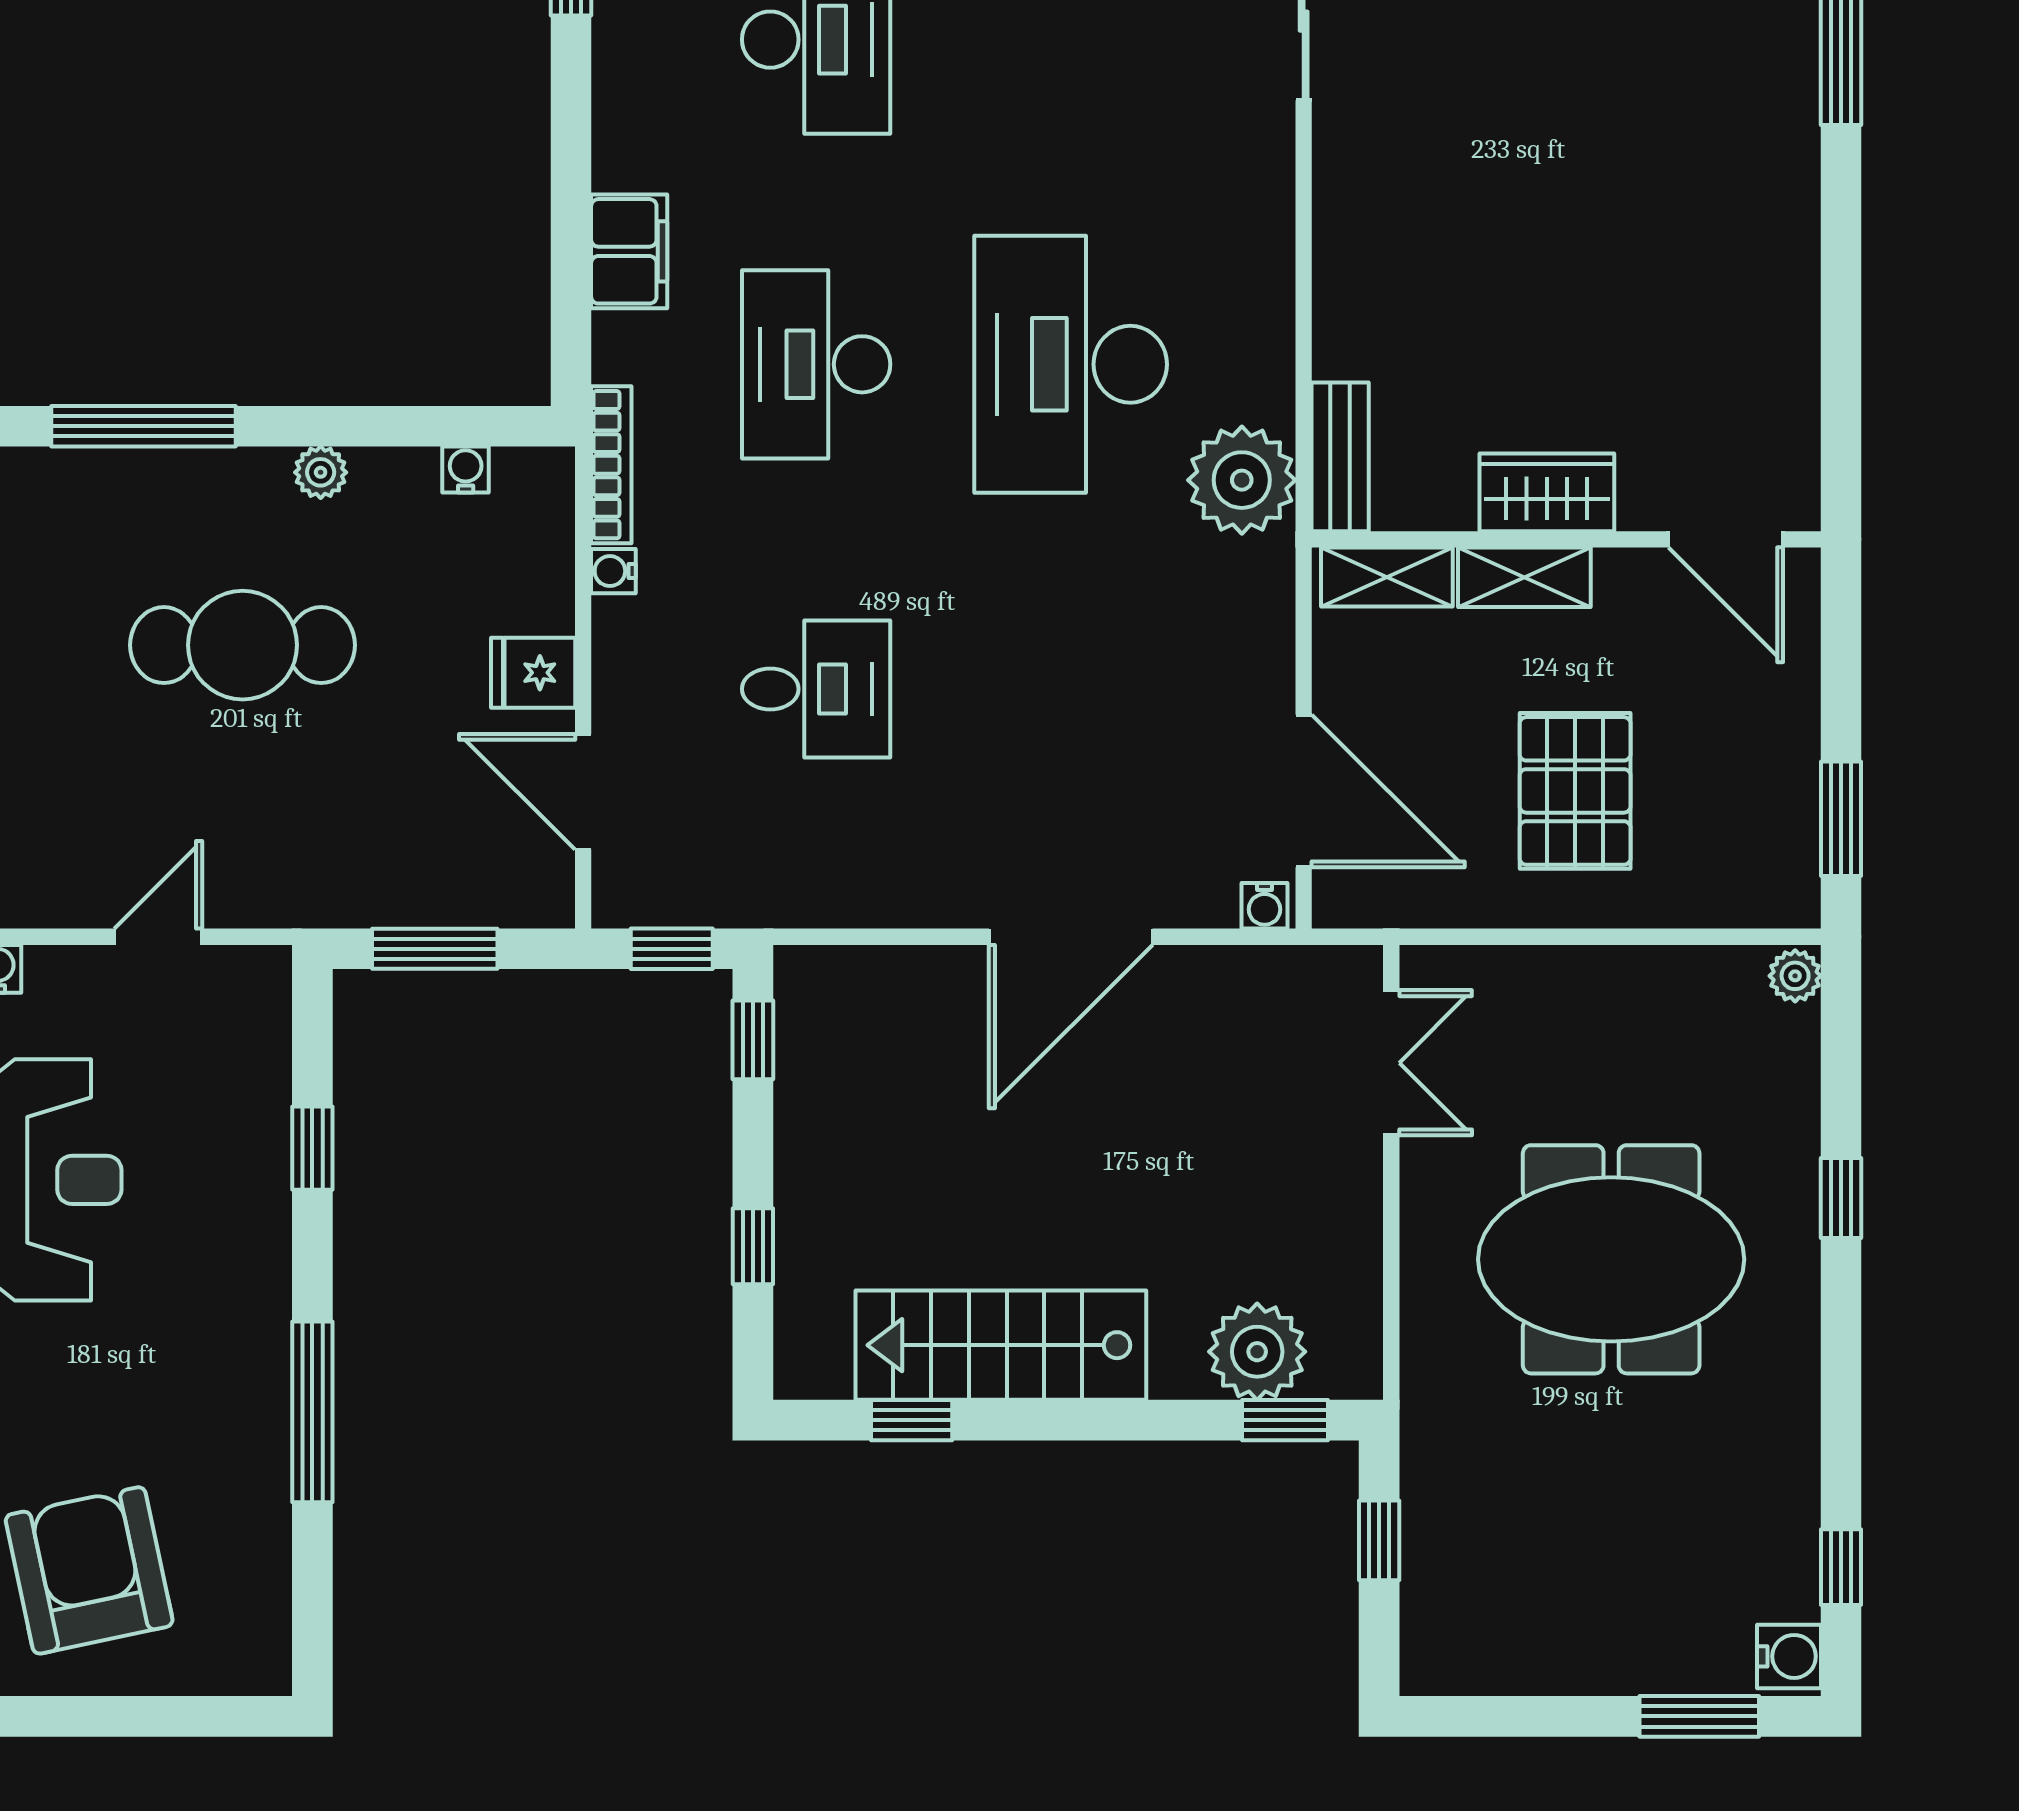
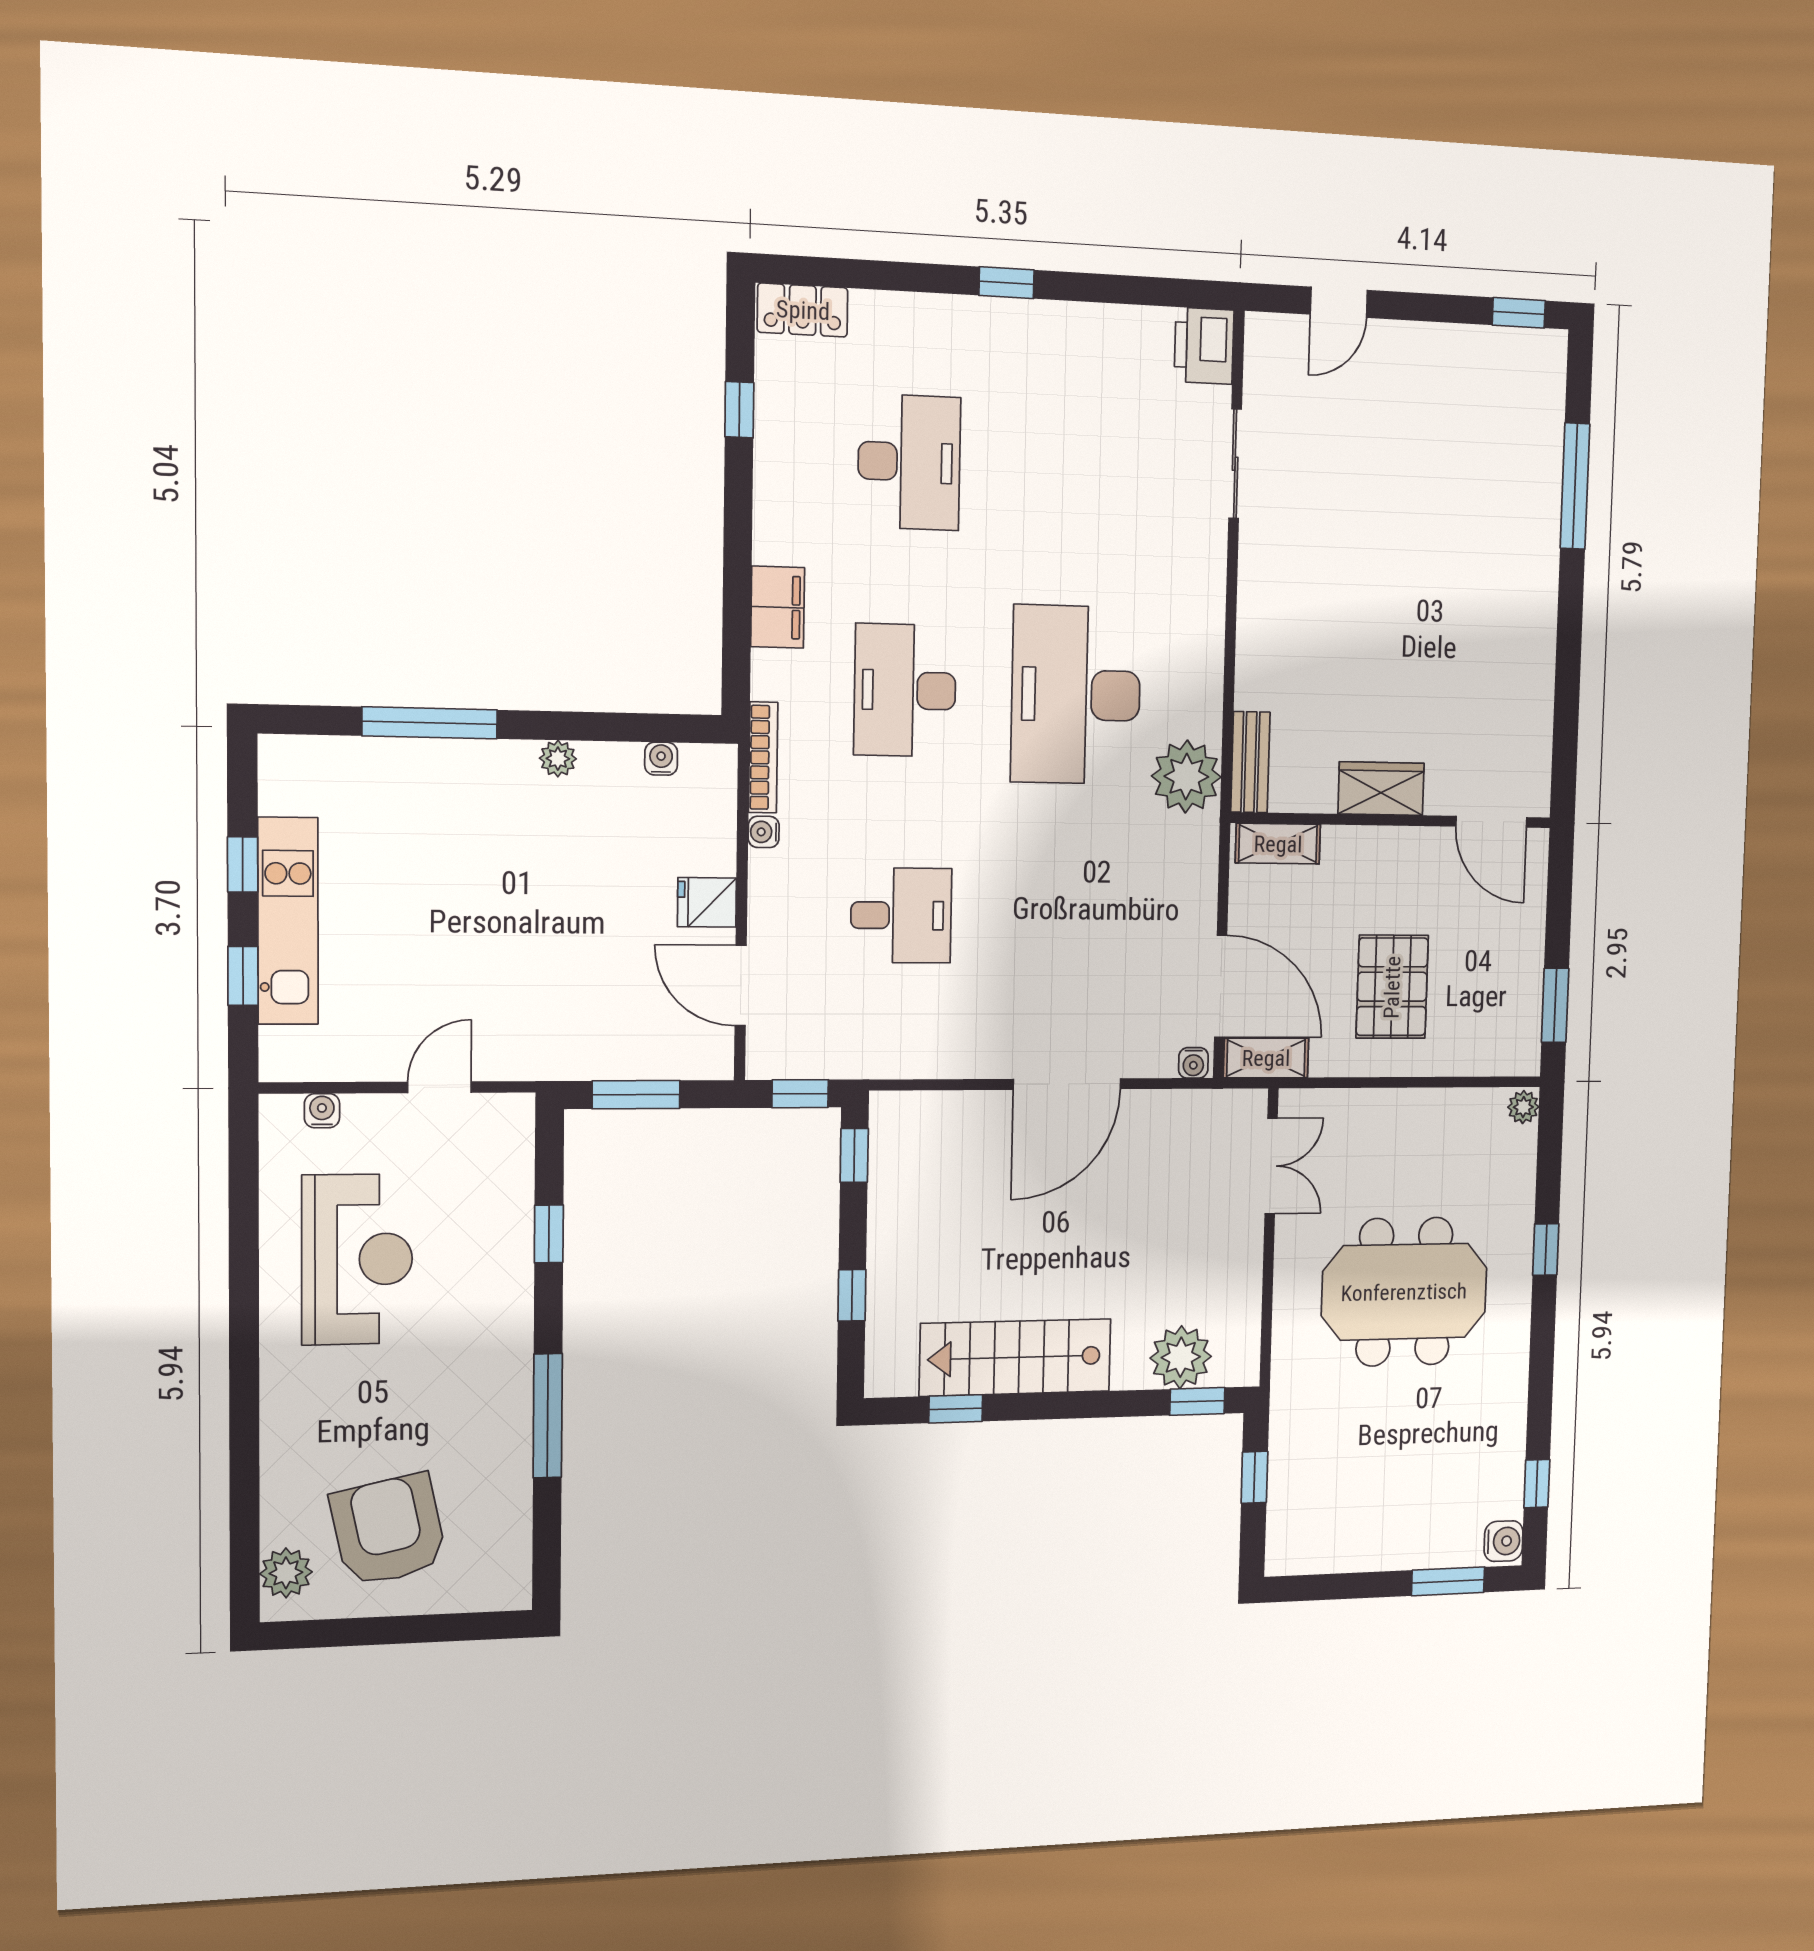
shelving: (1524, 577) -> (1266, 1058), moved
cafe table: (243, 645) -> (501, 881), removed

